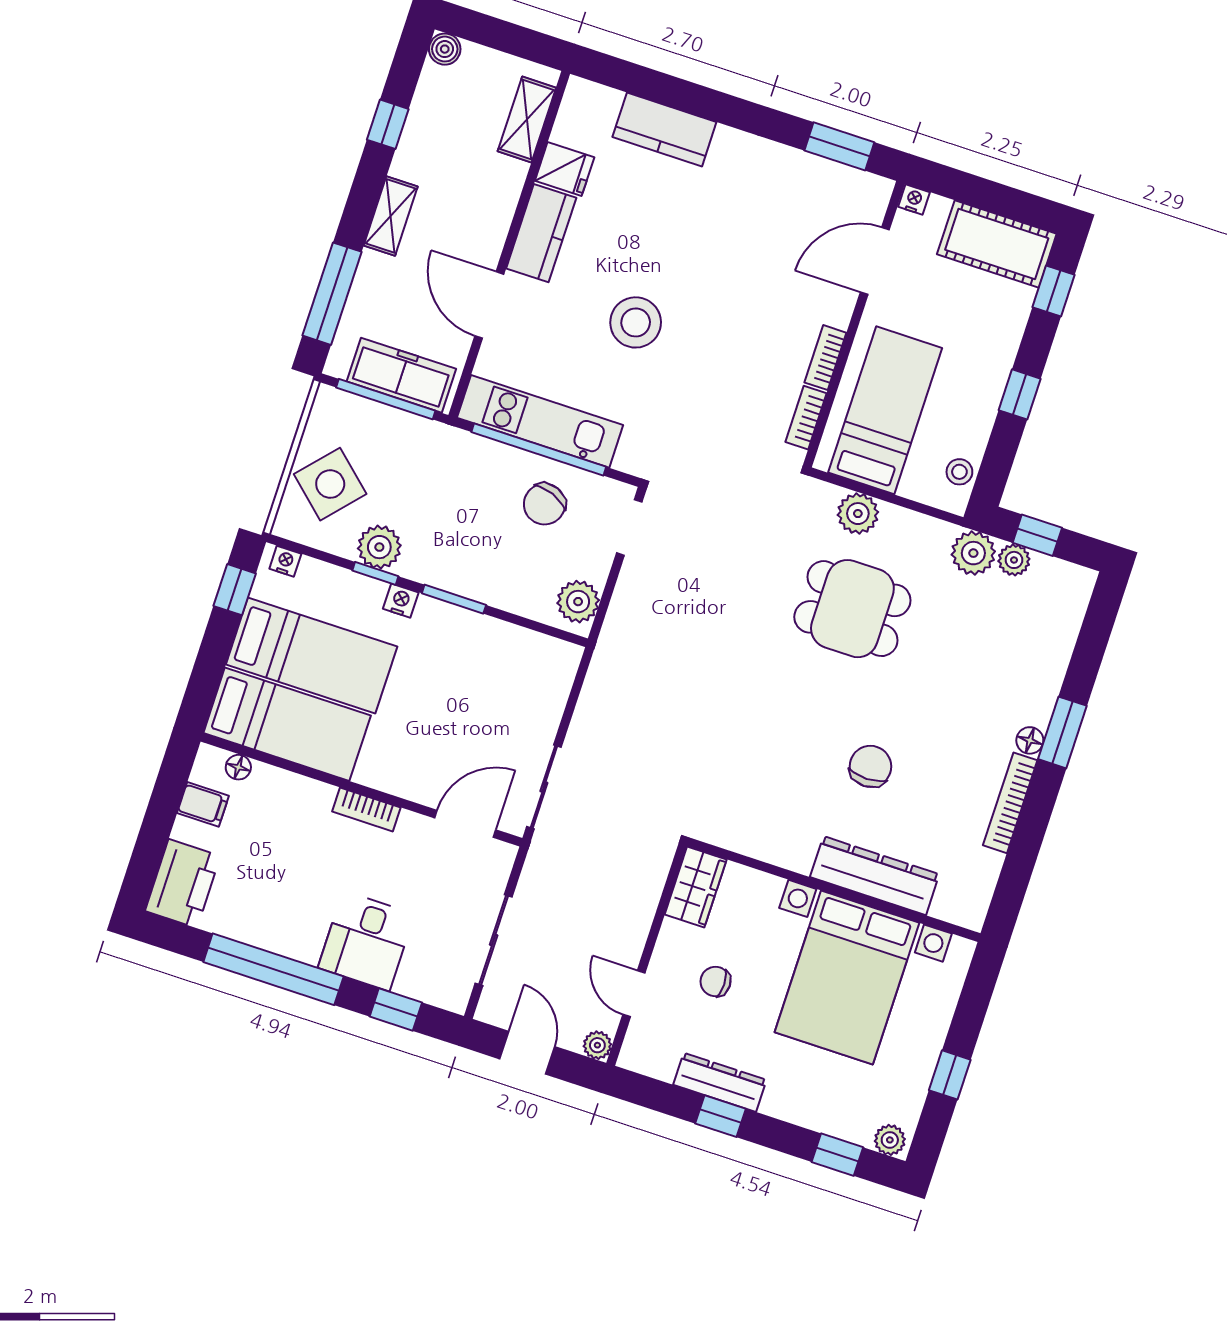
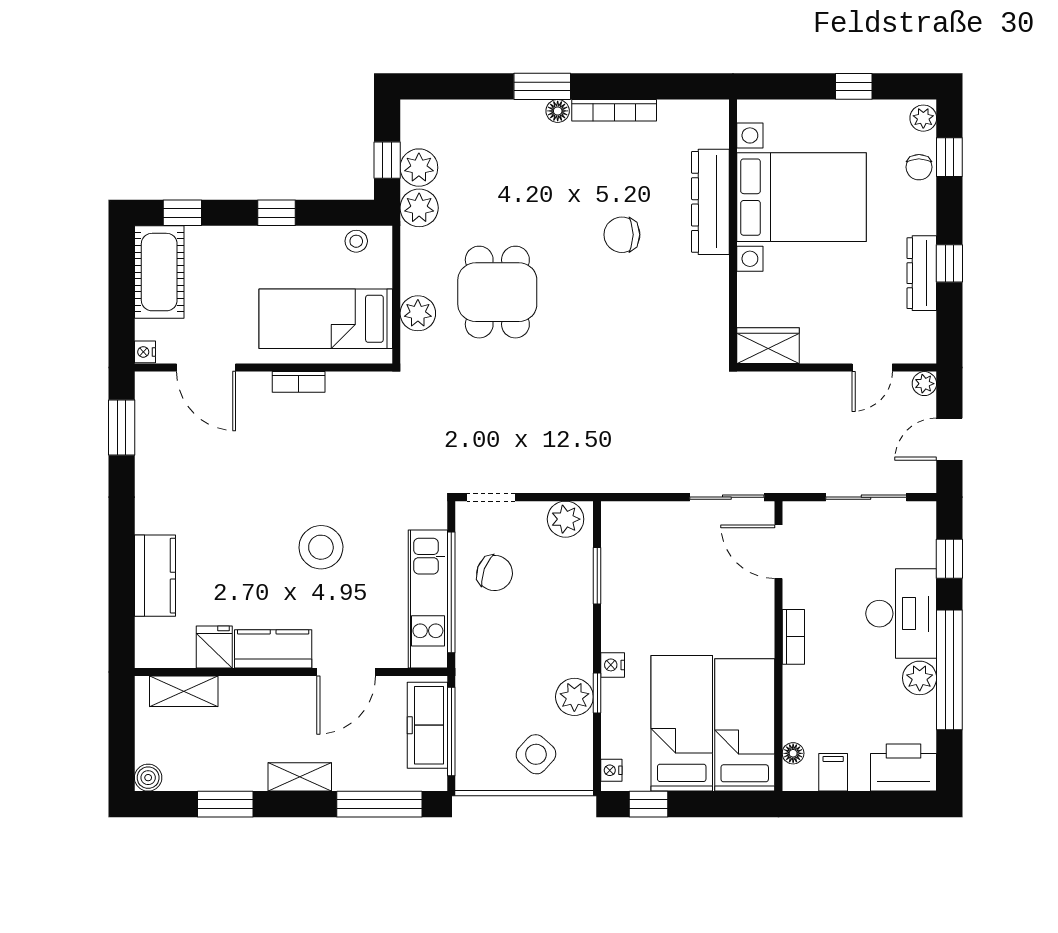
window: (388, 124) -> (225, 804), width x1.50
bookcase: (806, 418) -> (353, 382), removed
side table: (330, 484) -> (536, 754), width x0.73, depth x0.73
plant: (1014, 560) -> (419, 168), width x1.38, depth x1.38
window: (454, 599) -> (597, 576), moved
plant: (275, 933) -> (920, 678), added
desk: (366, 941) -> (901, 614), width x1.37
chair: (715, 982) -> (919, 167), moved

